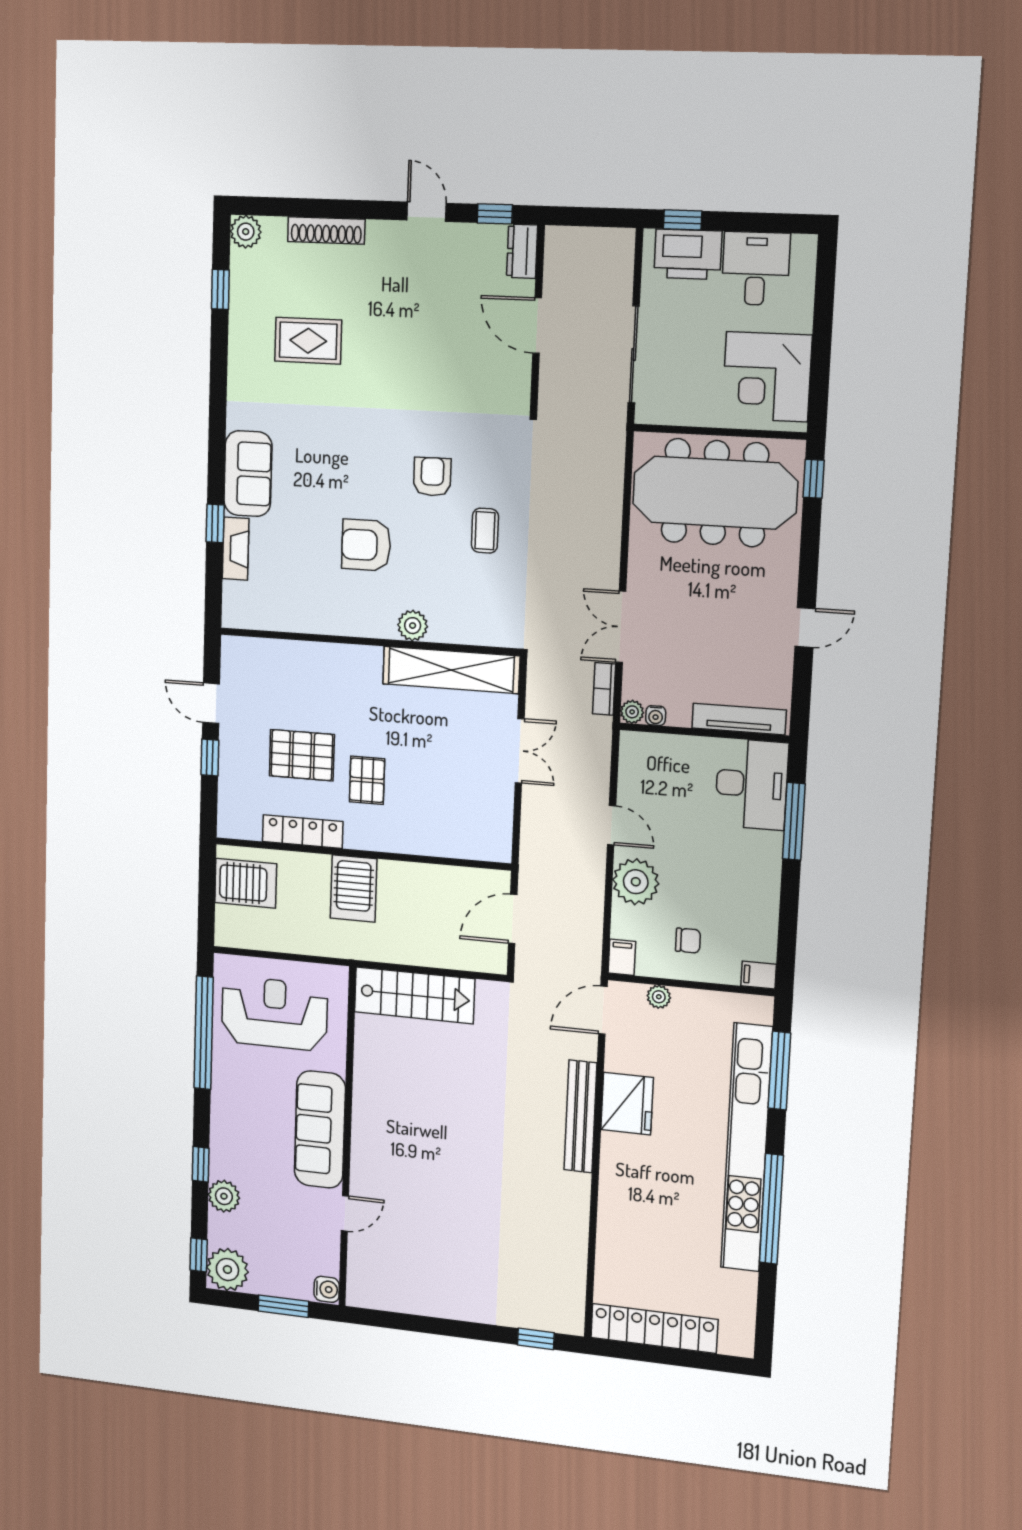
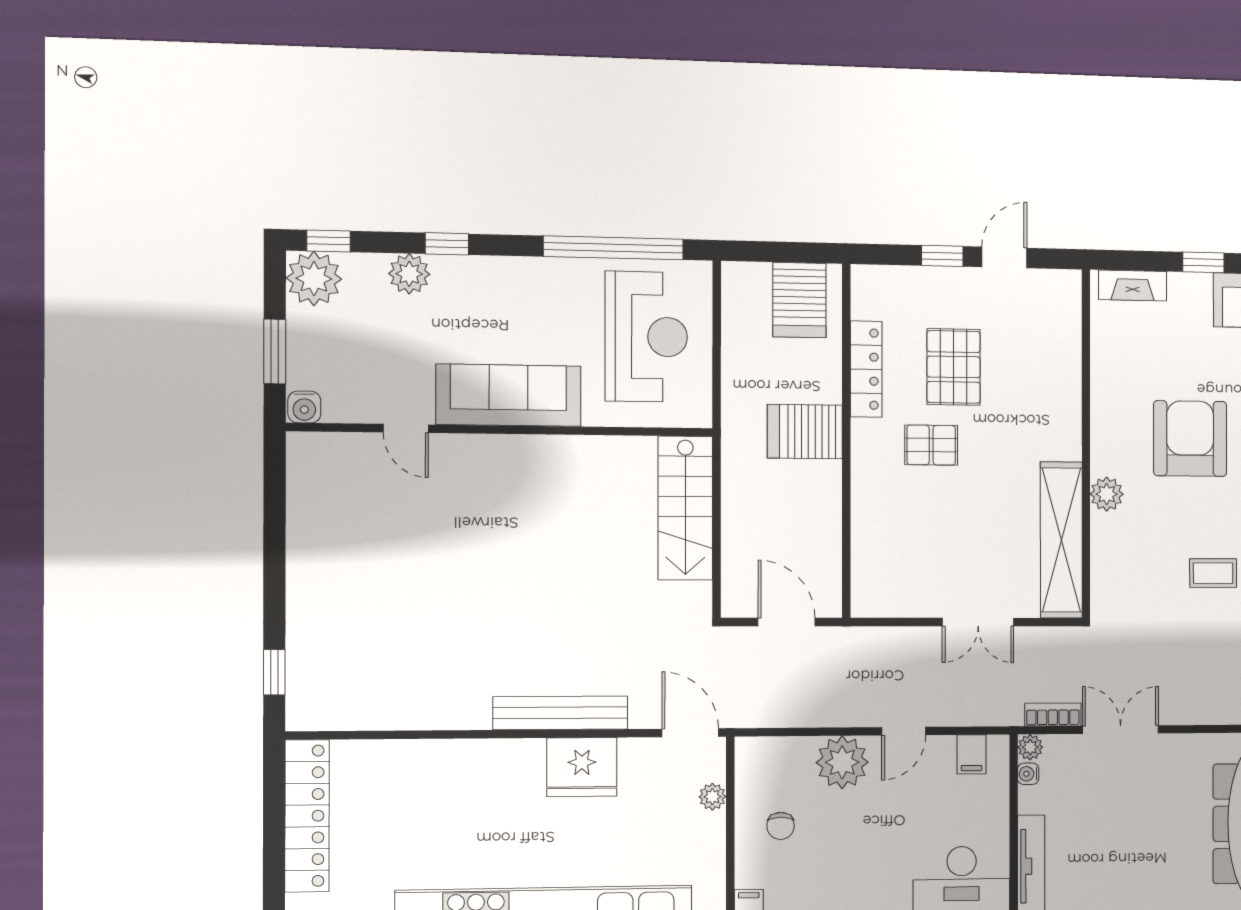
armchair: (366, 545) -> (1190, 439), width x1.36, depth x1.36
fireplace: (236, 549) -> (1133, 285), moved
filing cabinet: (622, 957) -> (972, 754), moved, turned 90

